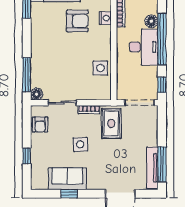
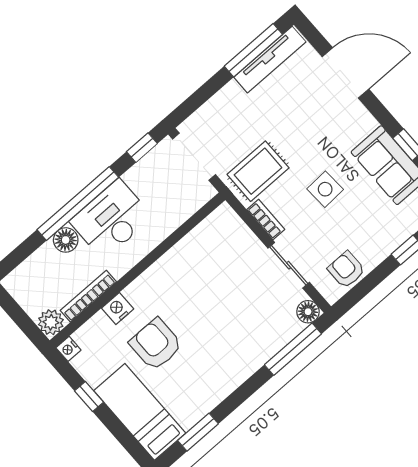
side table: (100, 68) -> (194, 254), removed
armchair: (40, 125) -> (346, 270), turned -90

